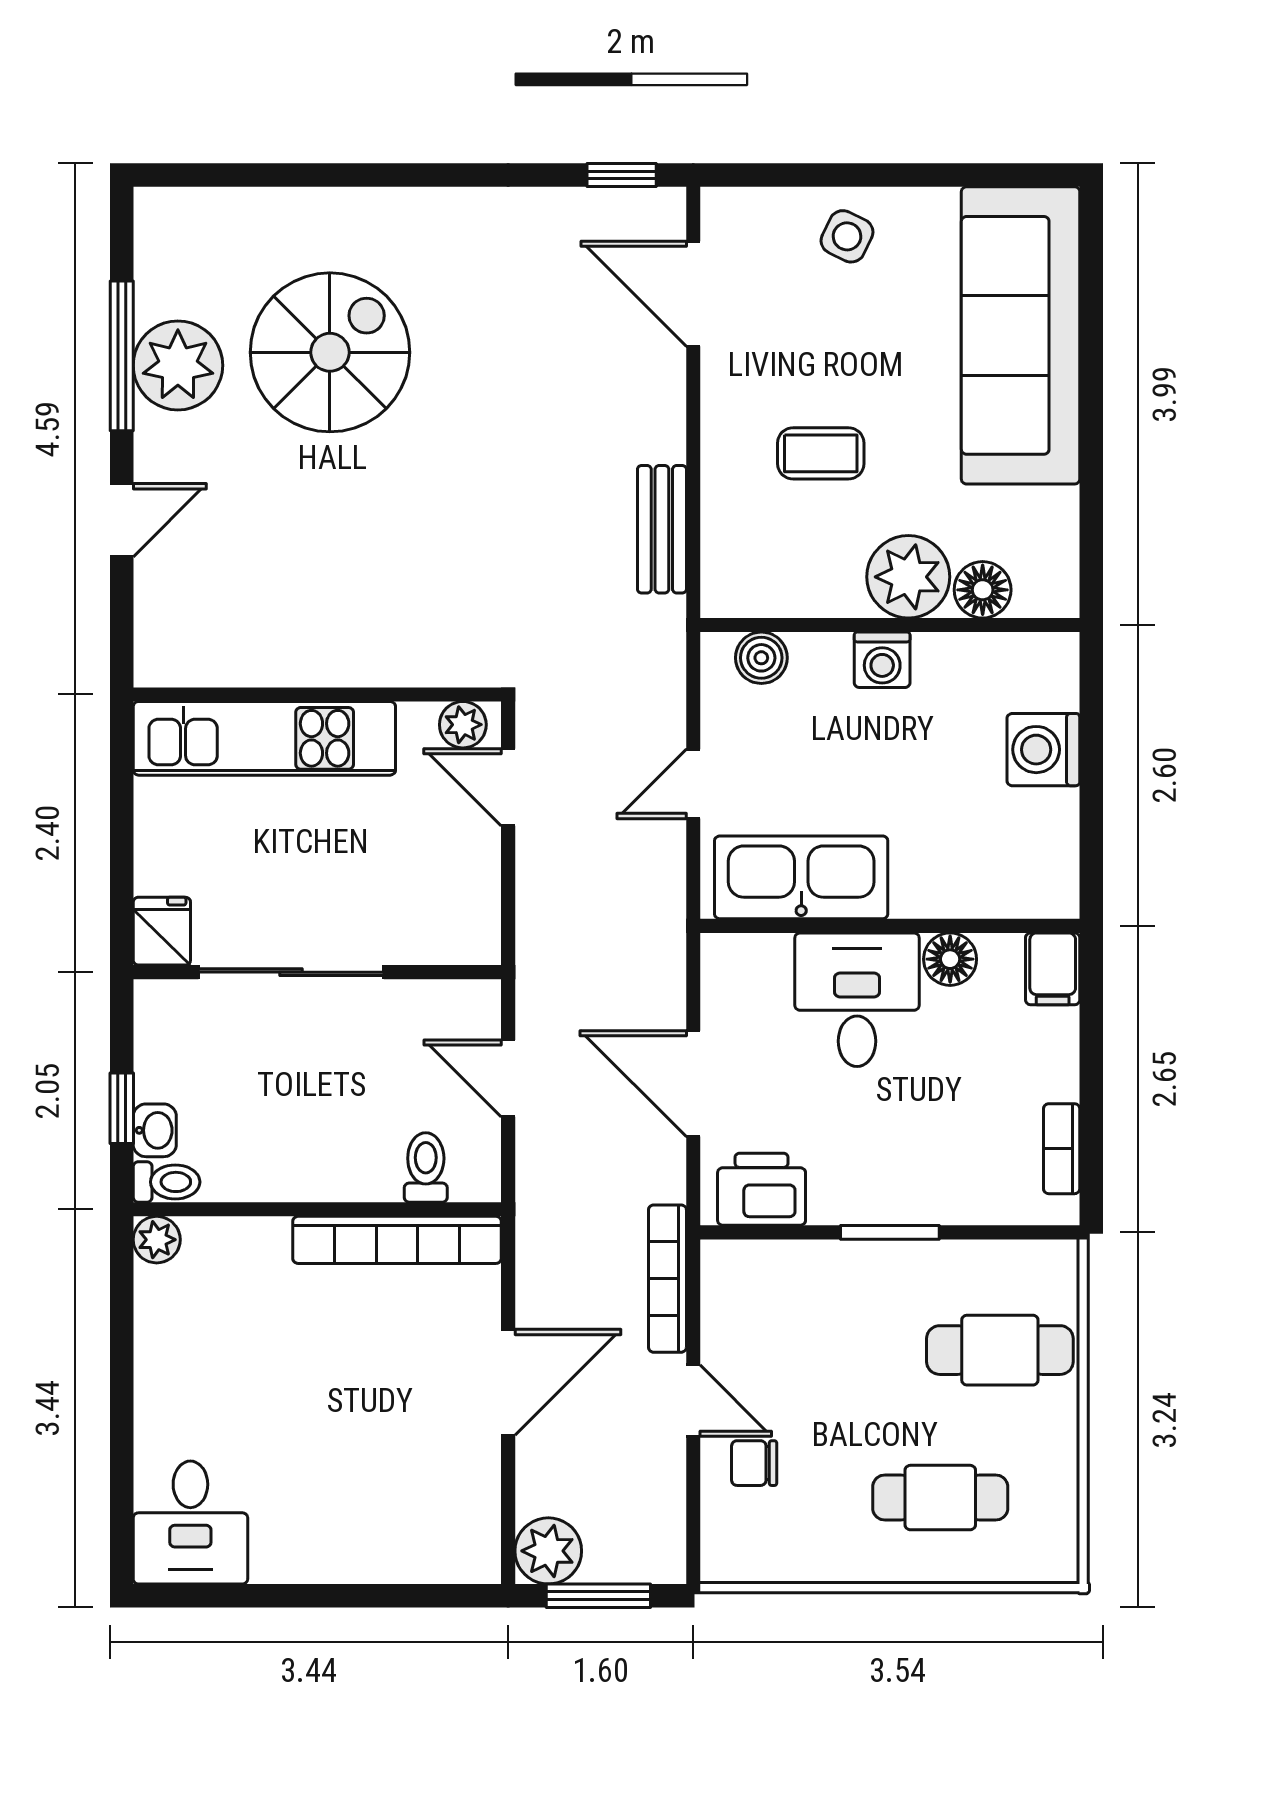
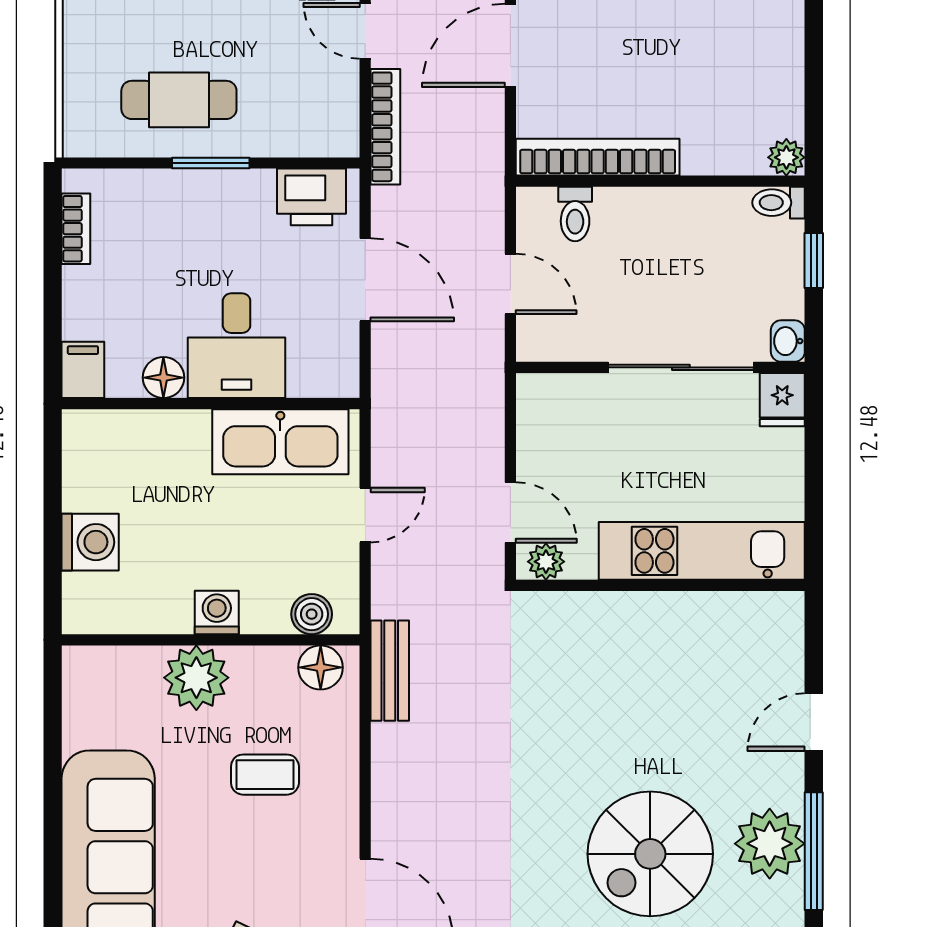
bench: (662, 529) -> (390, 671), moved
floor lamp: (983, 590) -> (321, 667), moved
washbasin: (155, 1130) -> (788, 341), moved
cafe table: (1000, 1350) -> (179, 100), moved

